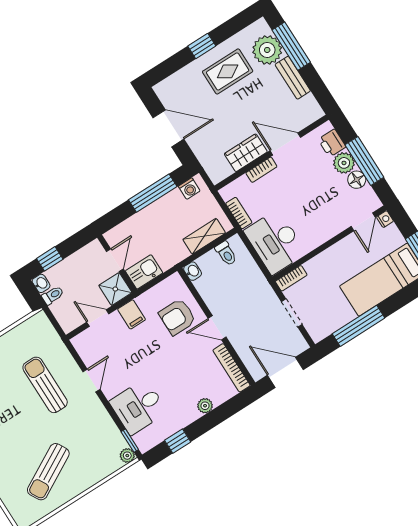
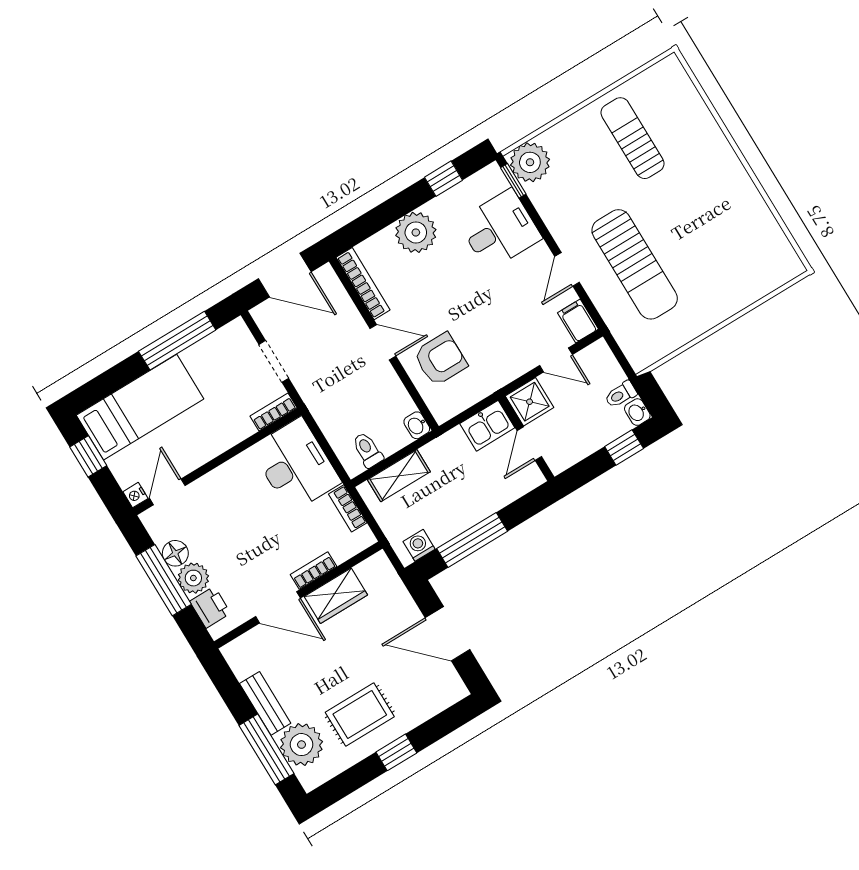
filing cabinet: (132, 314) -> (578, 321), moved
sun lounger: (45, 385) -> (635, 264), width x1.36, depth x1.34
plant: (205, 406) -> (416, 232), width x1.88, depth x1.88
plant: (127, 456) -> (530, 162), width x1.88, depth x1.88
sun lounger: (48, 472) -> (633, 138), turned -61

